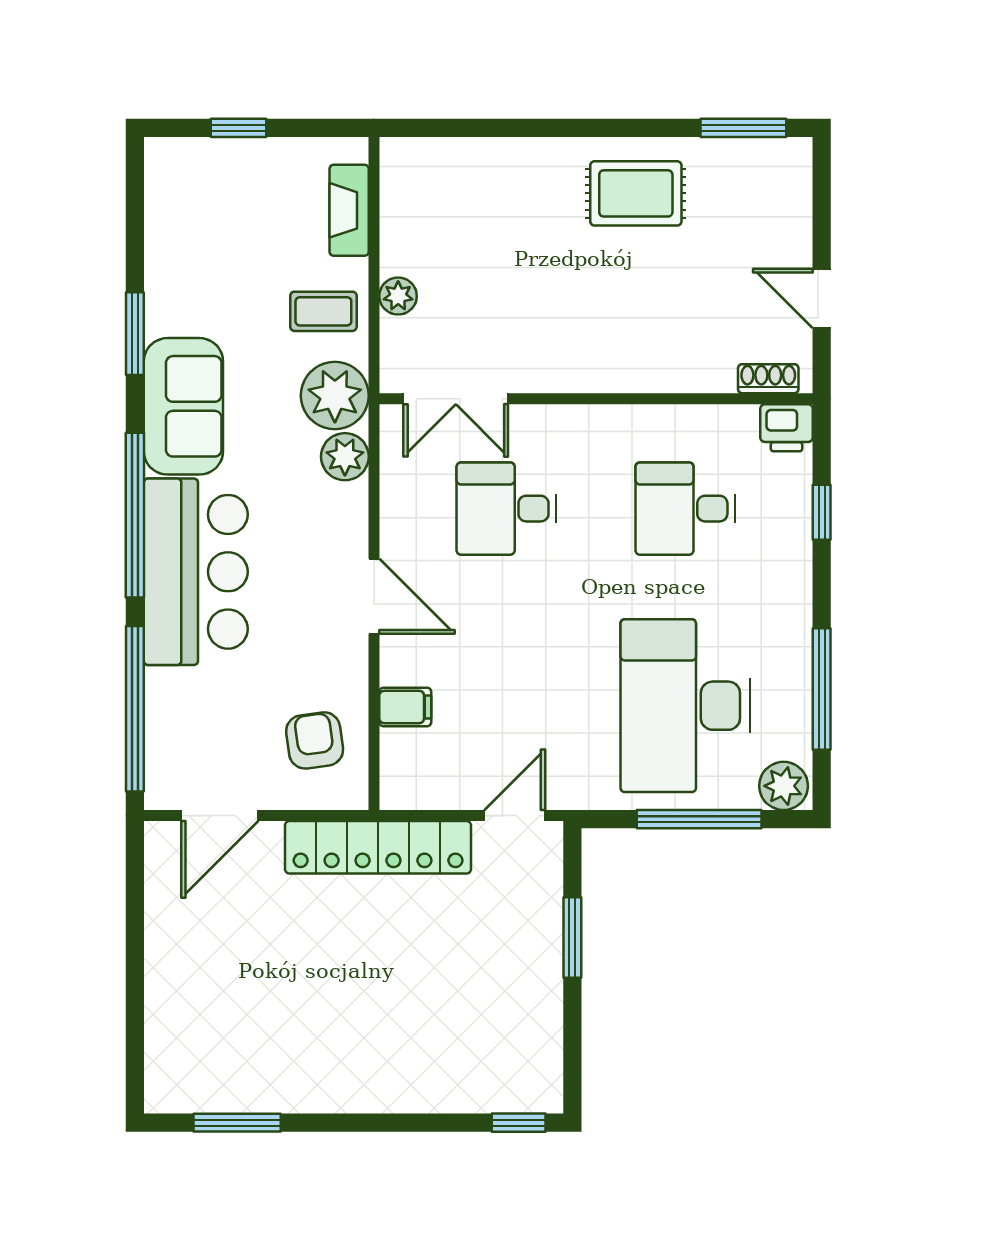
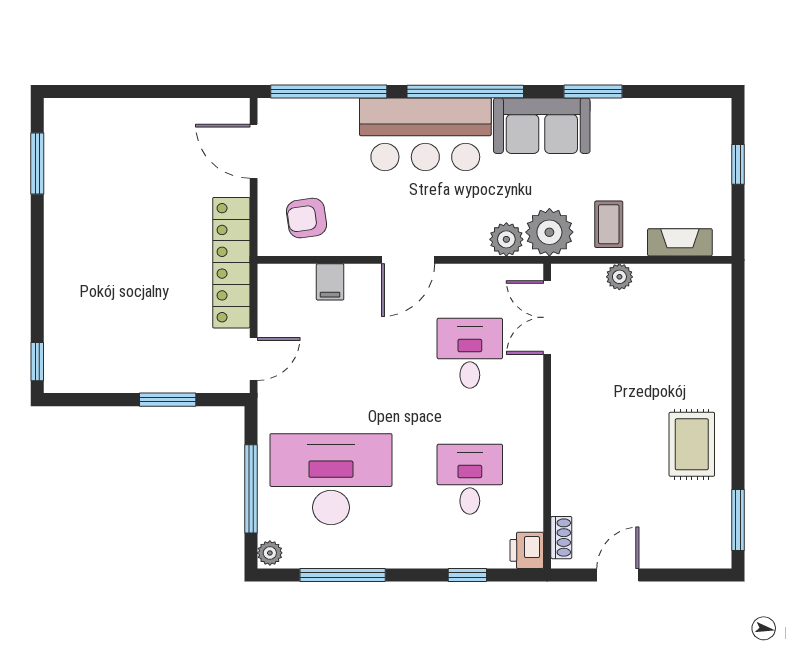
armchair: (315, 740) -> (307, 218), turned 180
plant: (784, 786) -> (270, 553), width x0.73, depth x0.73
door: (515, 816) -> (254, 359), hinge flipped

